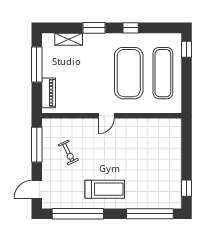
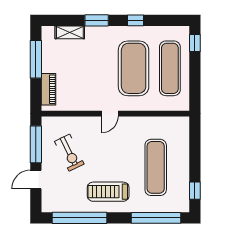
exercise bike: (68, 152) -> (69, 153), width x1.38, depth x1.39
exercise mat: (149, 166) -> (156, 167), added
door: (37, 189) -> (36, 180), moved
treadmill: (105, 189) -> (108, 192), turned 180

